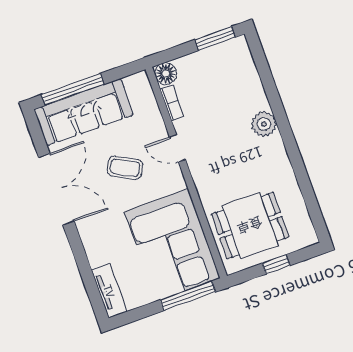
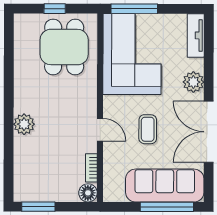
coffee table: (125, 168) -> (148, 129), turned 62
dining table: (250, 226) -> (64, 47), turned 90
plant: (93, 238) -> (193, 82), added

